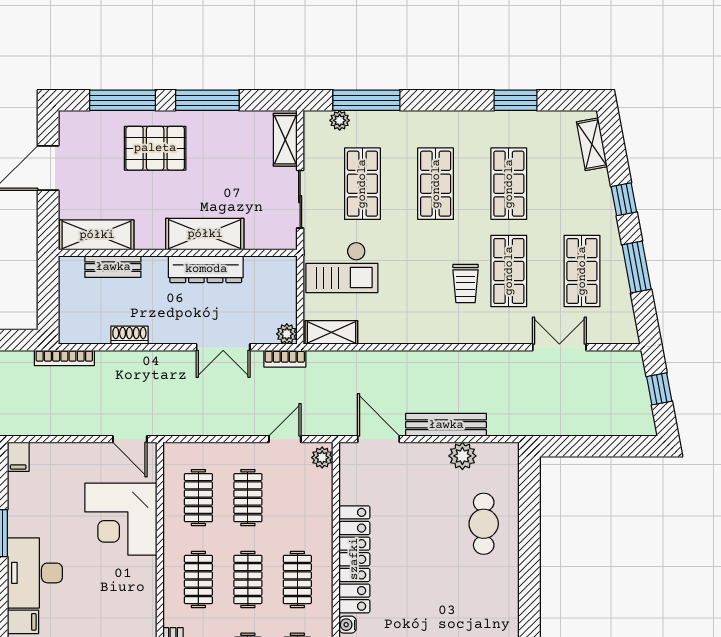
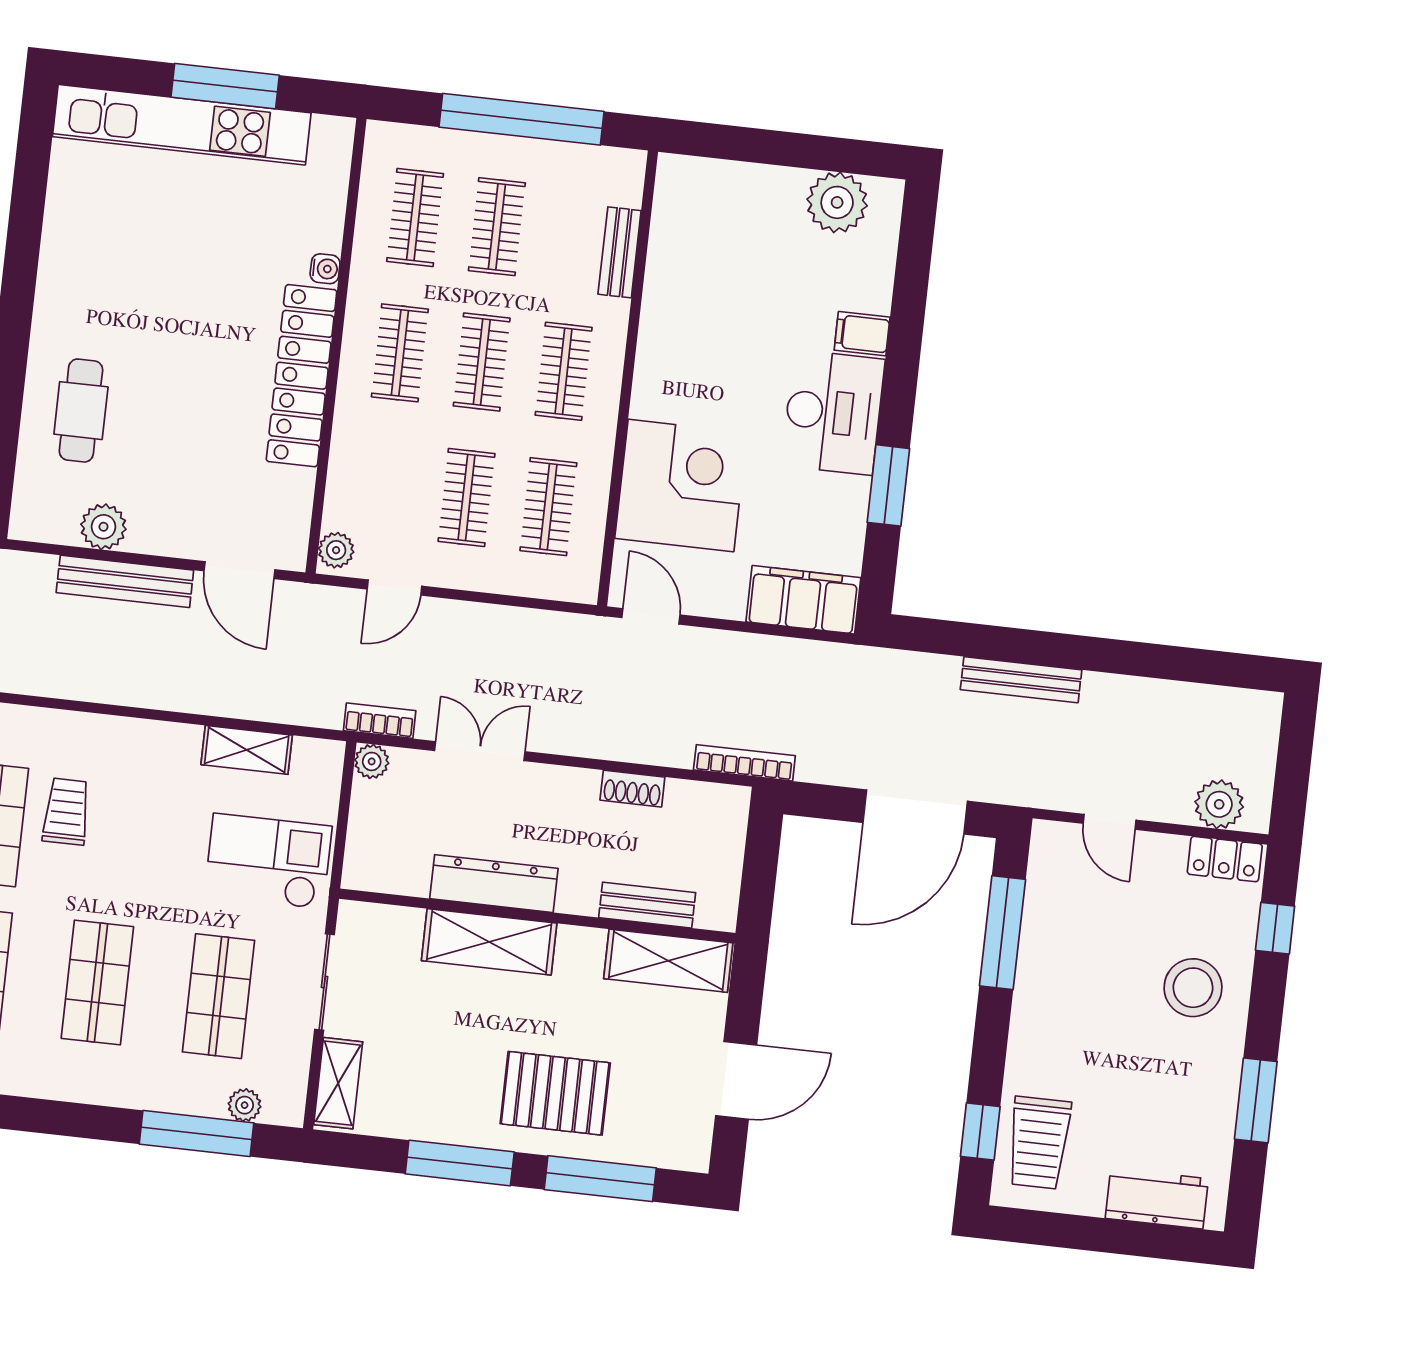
shelving: (331, 332) -> (247, 750), moved
filing cabinet: (18, 457) -> (803, 600), width x3.00, depth x1.17

